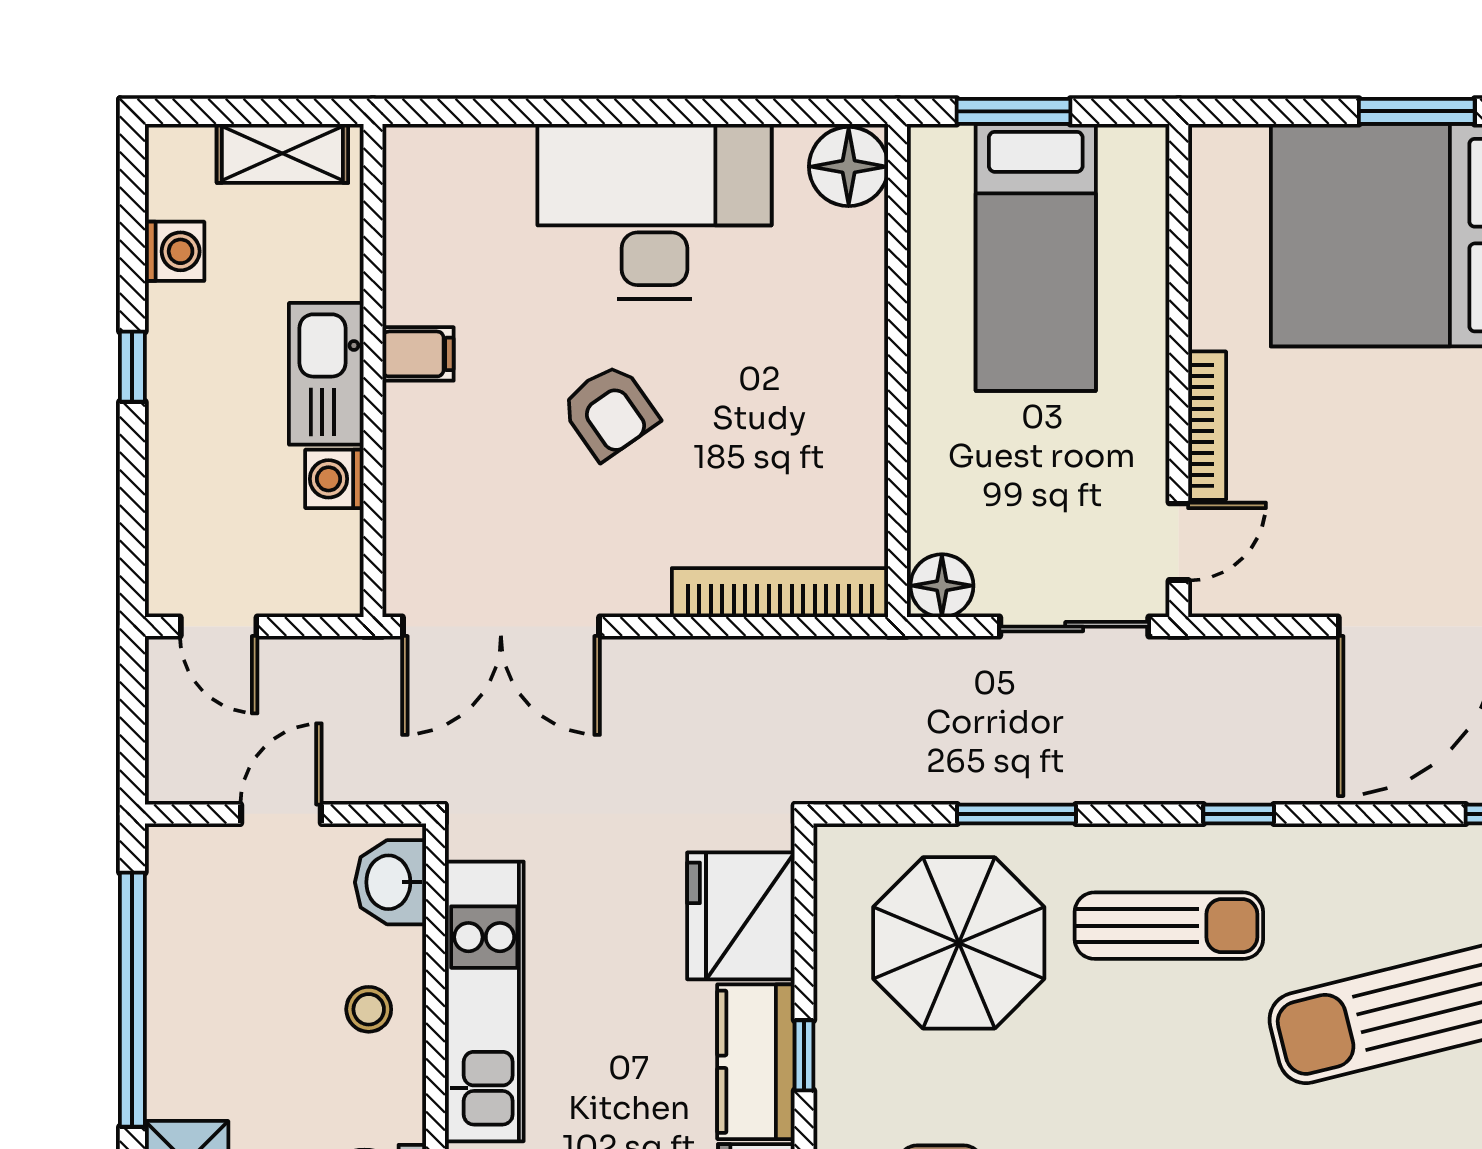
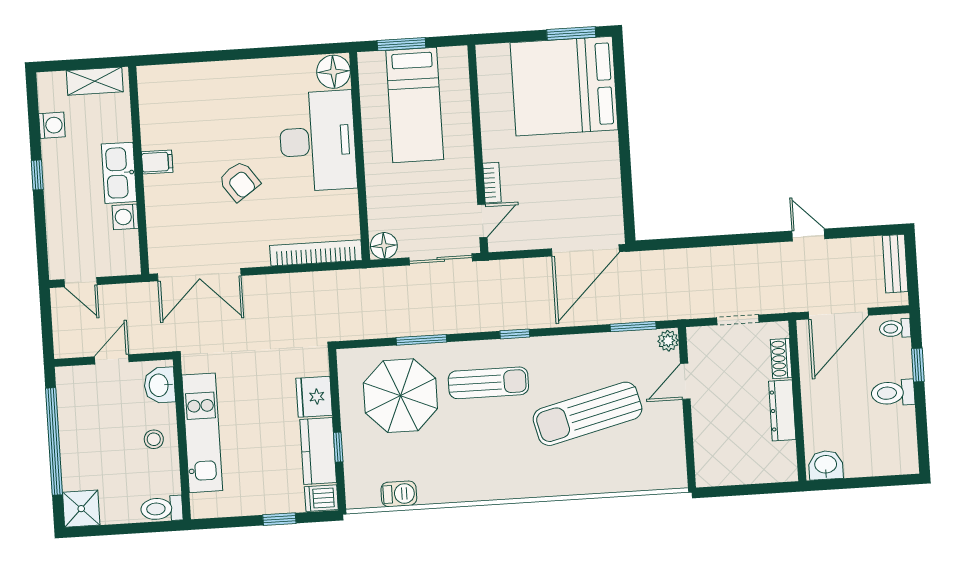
desk: (654, 211) -> (318, 141), moved, turned 90
bookcase: (1207, 426) -> (492, 183), width x0.64
fridge: (741, 916) -> (314, 397), width x0.73, depth x0.75

